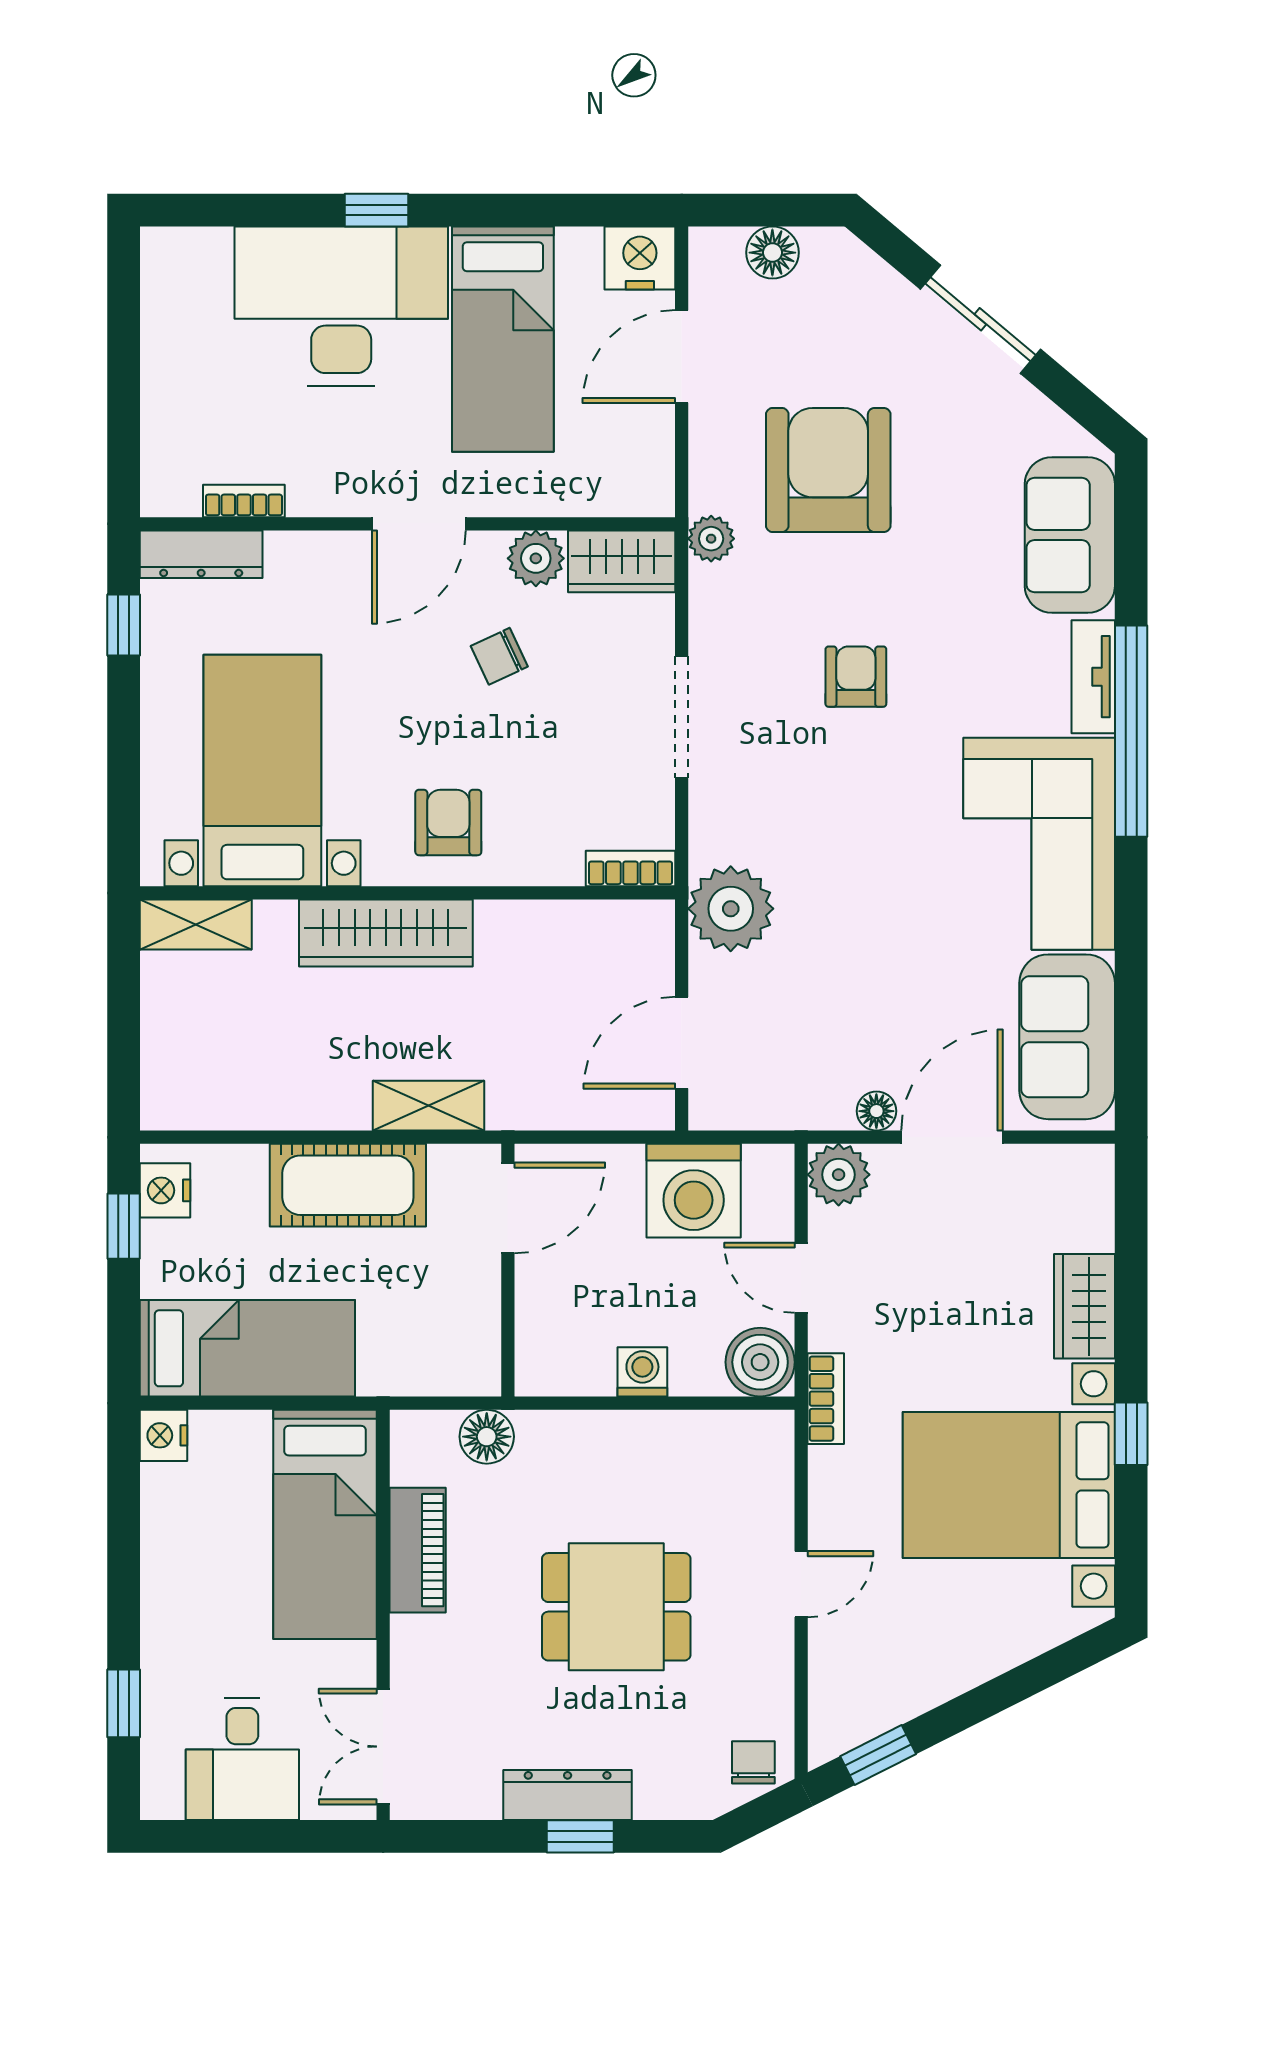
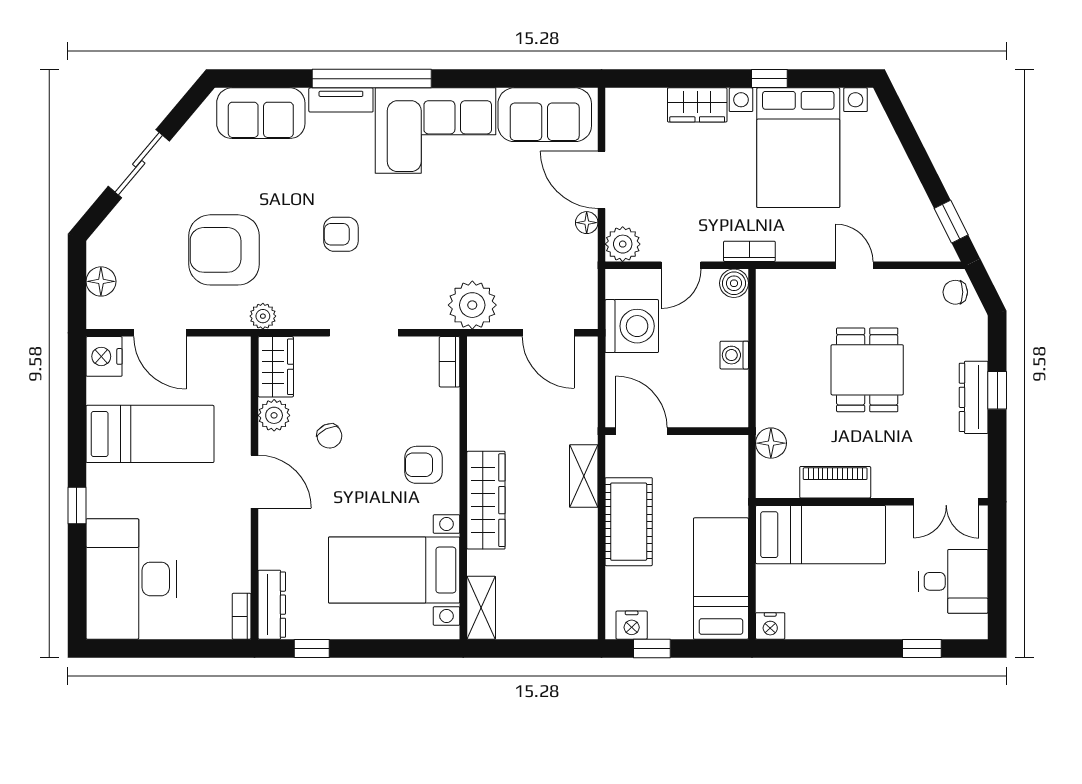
desk: (341, 306) -> (131, 579), moved
bookcase: (244, 501) -> (242, 616), moved
boiler: (760, 1362) -> (734, 283), width x0.73, depth x0.73

